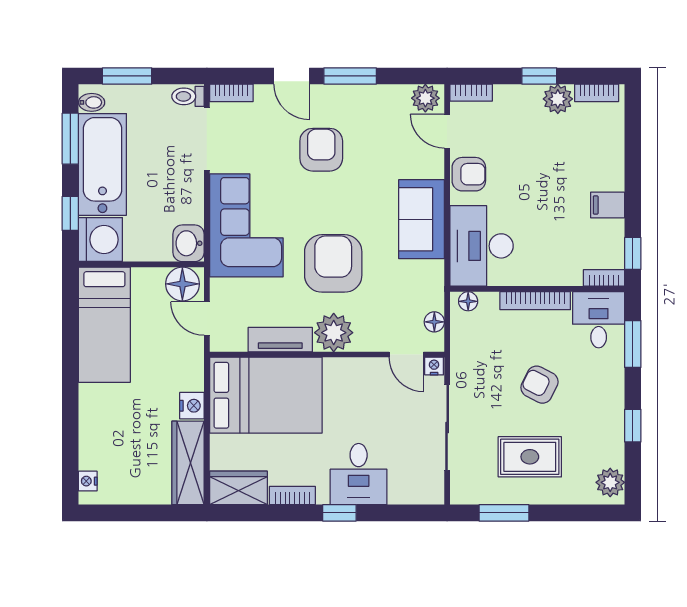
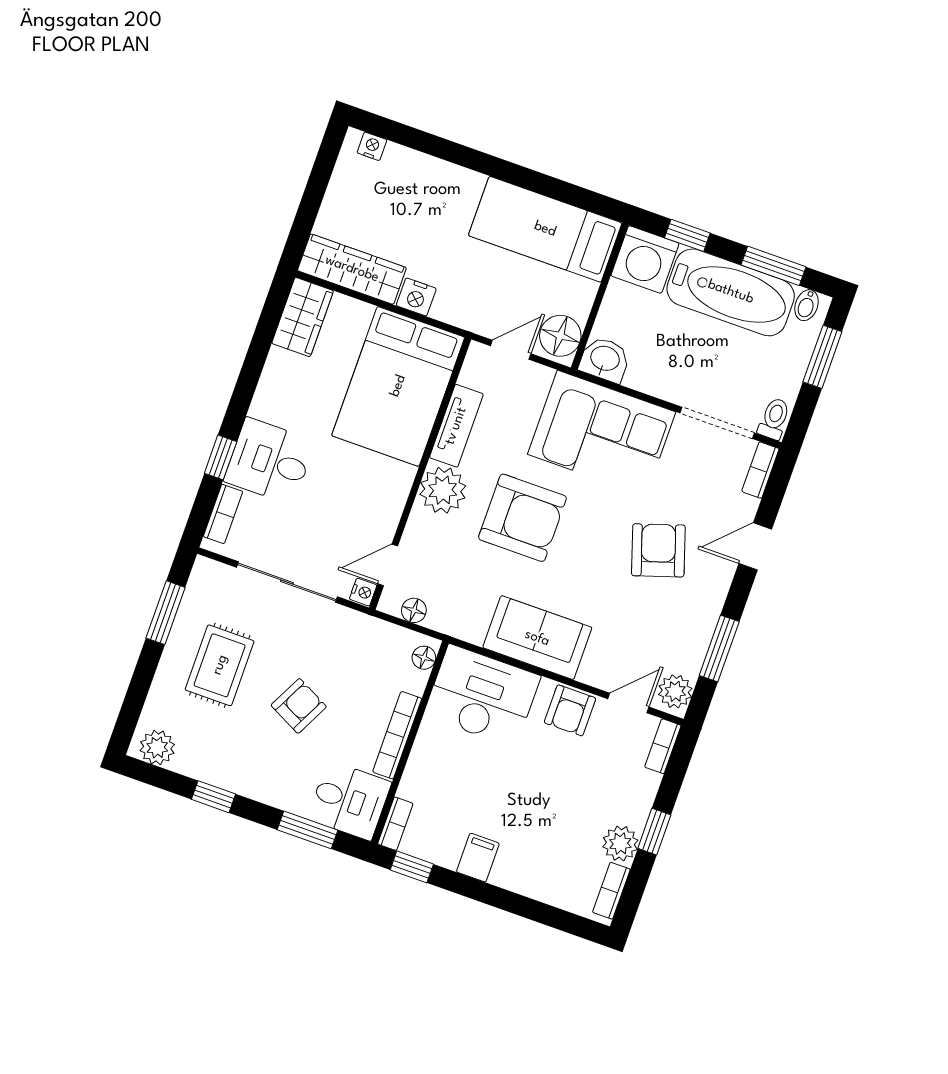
window: (350, 76) -> (719, 648), moved
armchair: (321, 150) -> (658, 550), turned -108
bookcase: (292, 496) -> (223, 514), moved
window: (339, 513) -> (221, 457), moved

